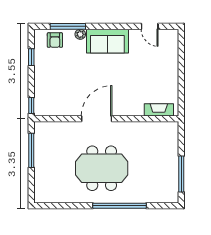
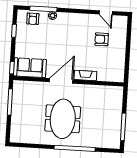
sofa: (107, 41) -> (30, 68), moved, turned 180
armchair: (146, 62) -> (102, 39), added
fireplace: (159, 110) -> (85, 75), moved
meeting table: (102, 168) -> (63, 119), turned 90

